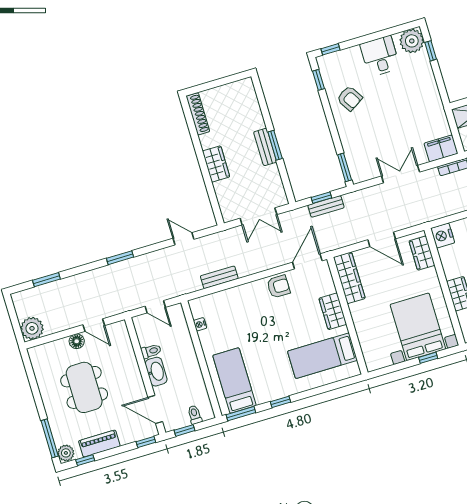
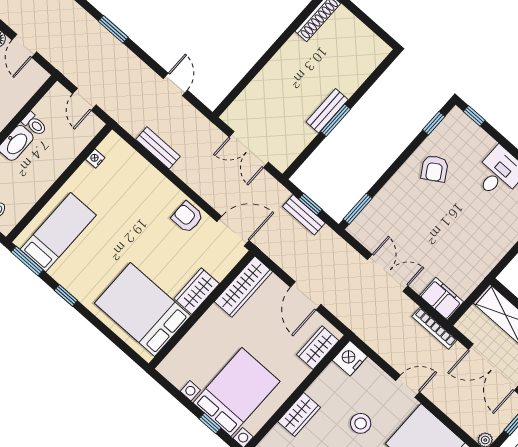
wardrobe: (216, 164) -> (277, 70), removed
armchair: (278, 287) -> (187, 217), turned 180
bed: (322, 356) -> (143, 309), width x1.50

